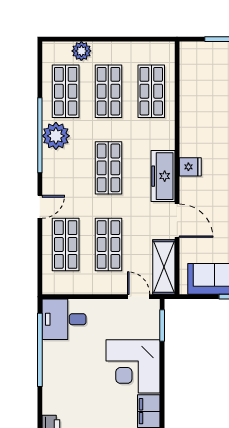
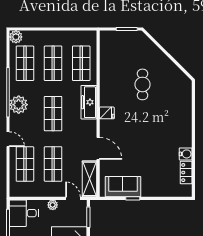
plant: (81, 51) -> (16, 37), moved
plant: (56, 136) -> (19, 105), moved
freezer: (163, 176) -> (89, 102), moved
door: (40, 207) -> (8, 139), hinge flipped
plant: (108, 307) -> (53, 205), added

